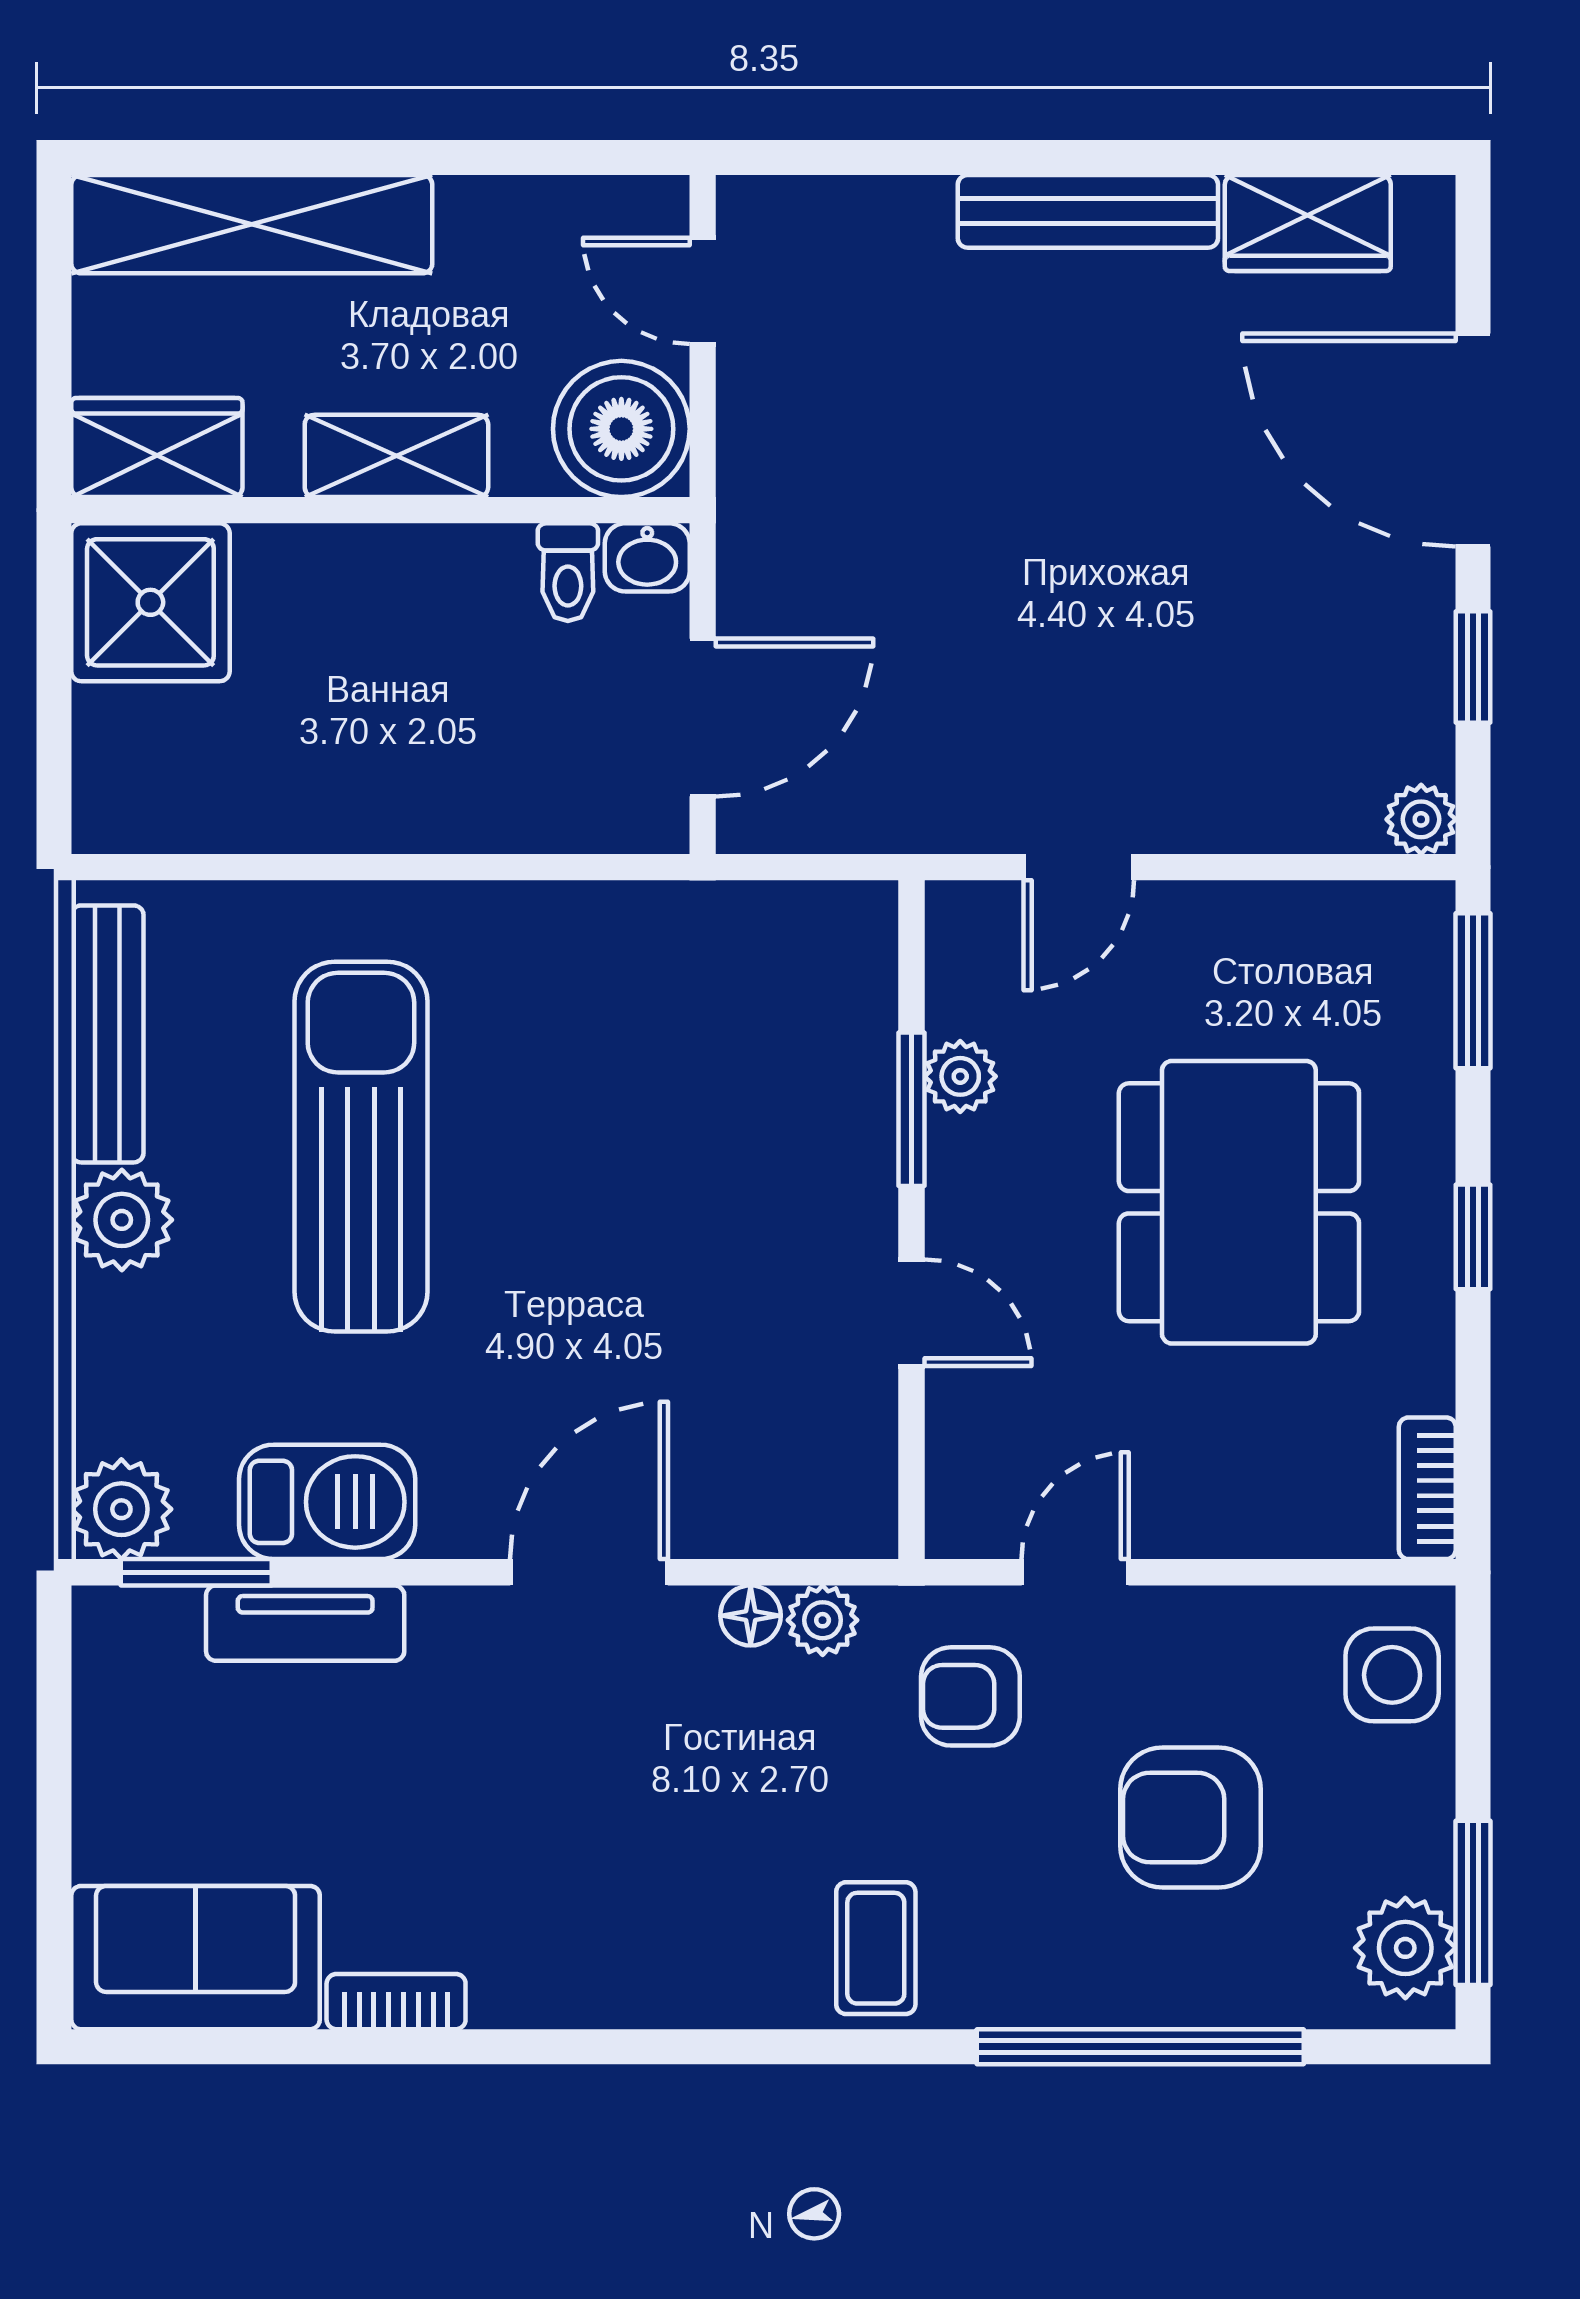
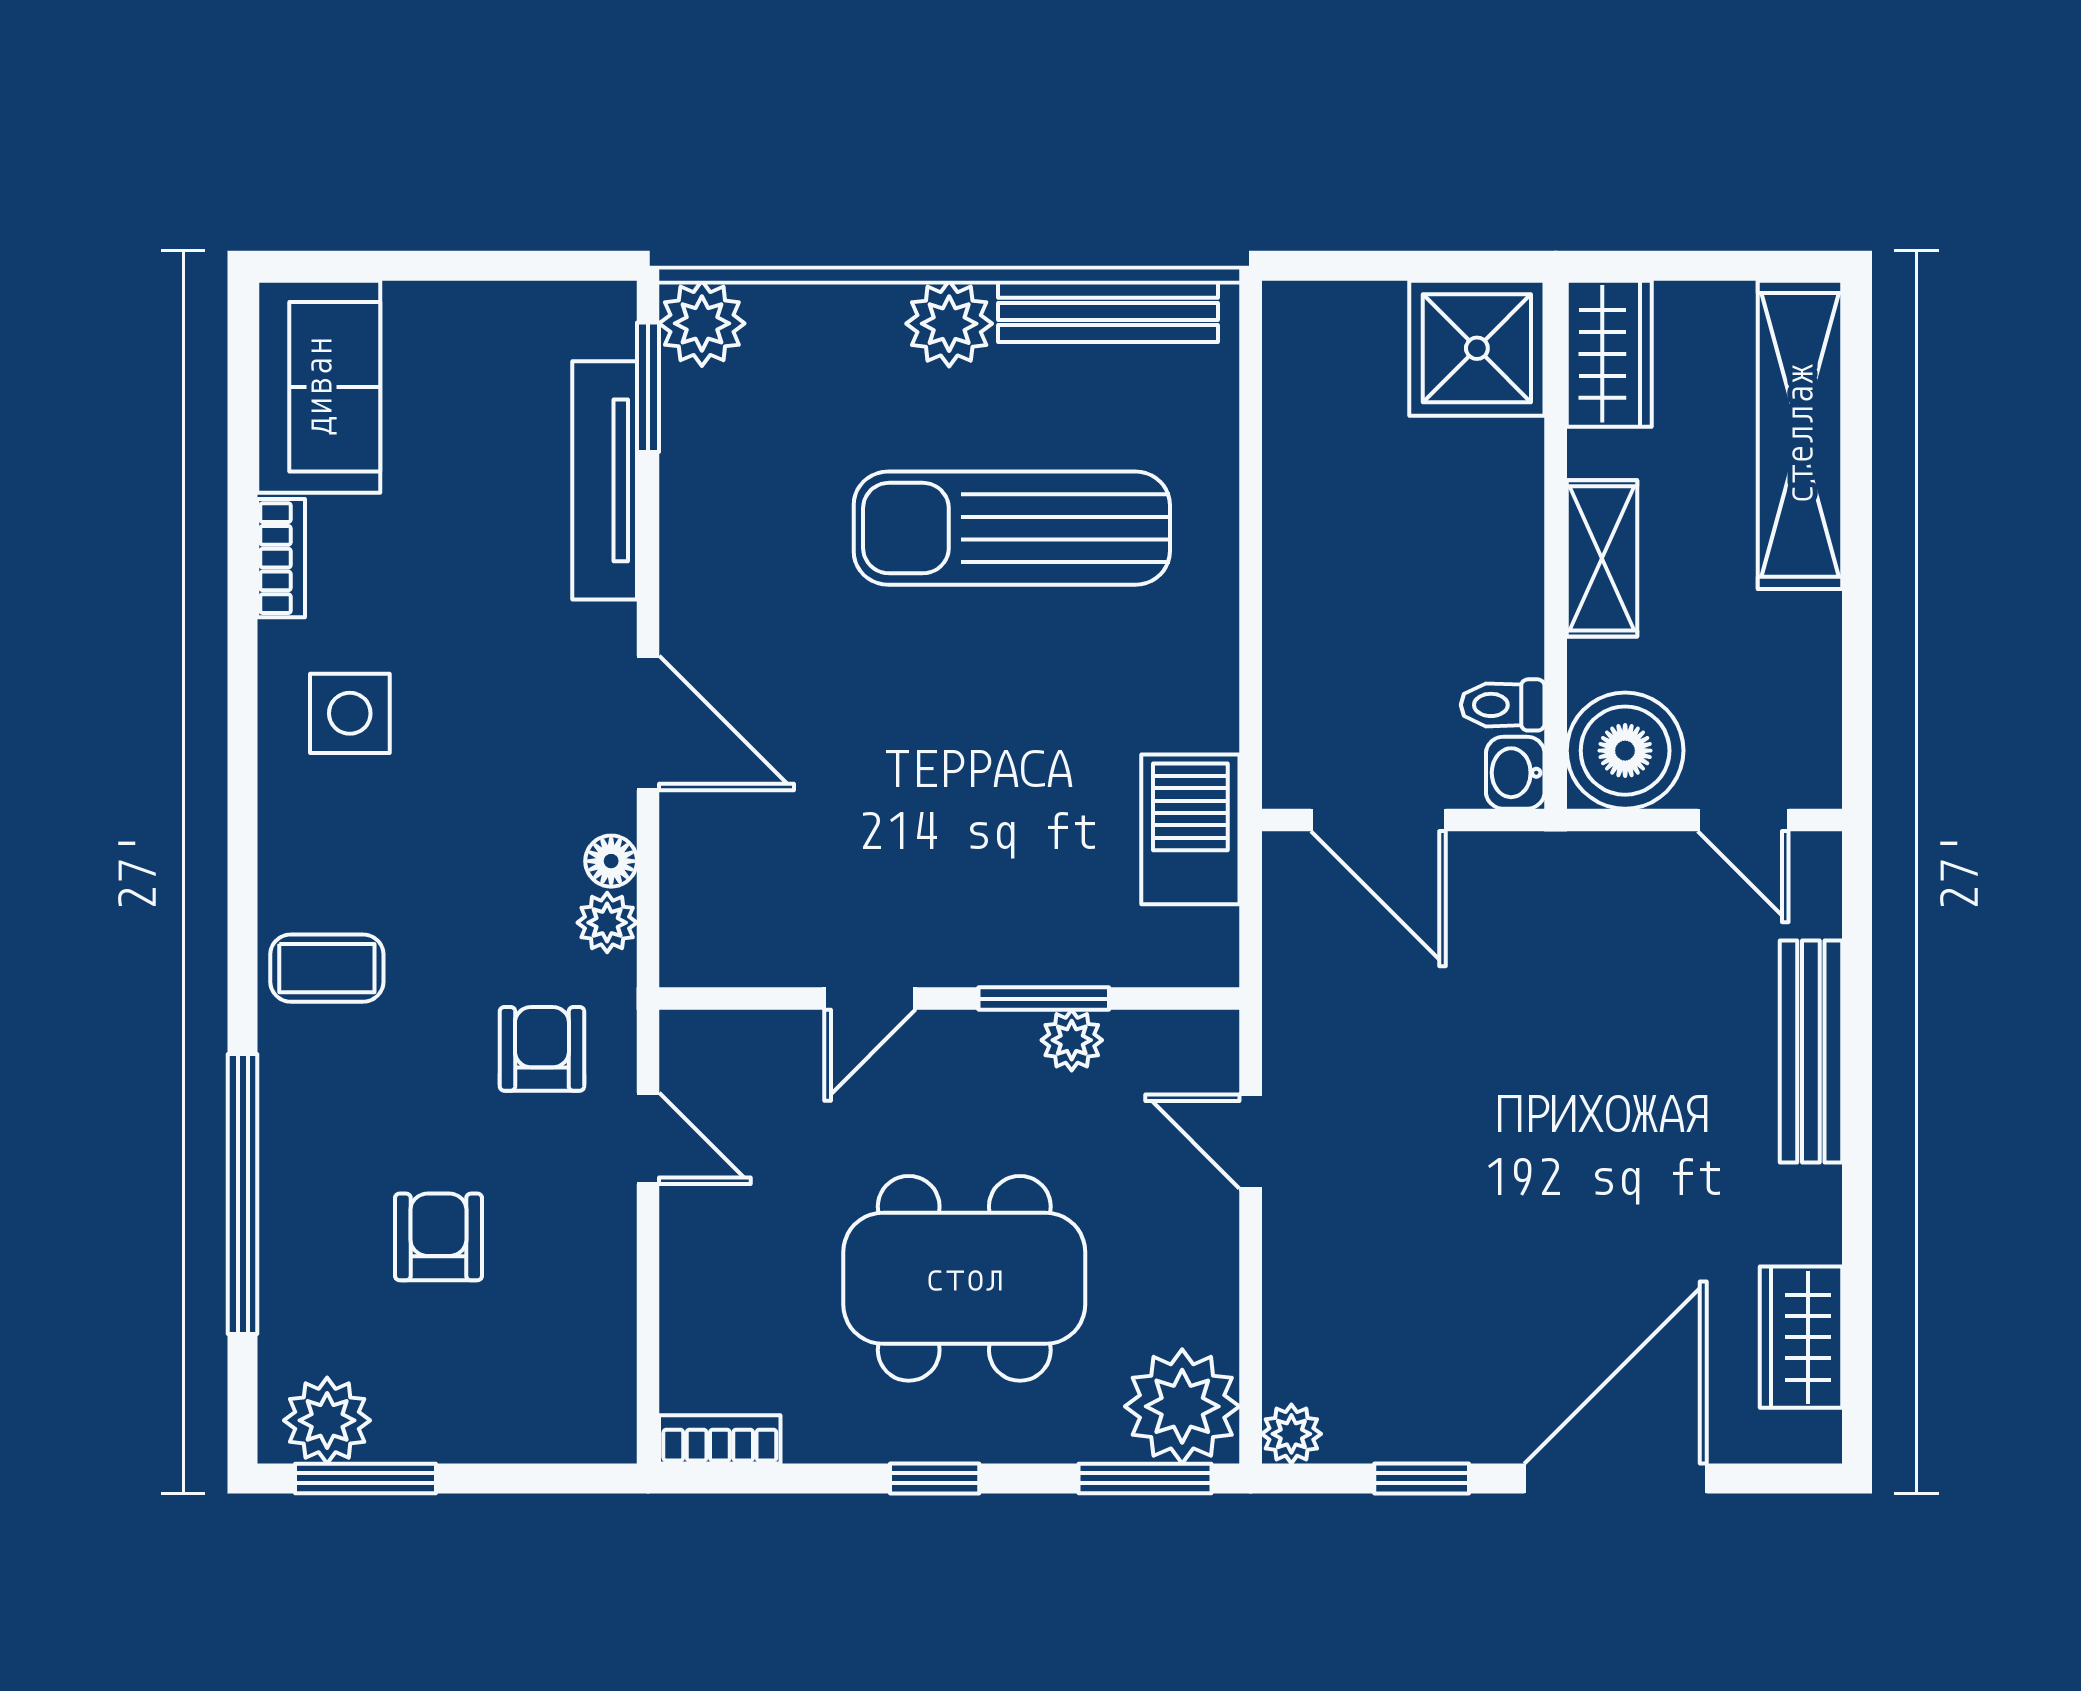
bench: (1088, 211) -> (1811, 1052), moved
door: (703, 291) -> (1743, 820), swing flipped
plant: (1389, 947) -> (1182, 1406), added
sun lounger: (361, 1147) -> (1012, 528), turned 180
barbecue: (327, 1502) -> (1190, 829), moved, turned 180
tv unit: (305, 1623) -> (605, 480), width x1.41
side table: (1392, 1675) -> (350, 713), moved
armchair: (1190, 1818) -> (438, 1237), width x0.72, depth x0.72

